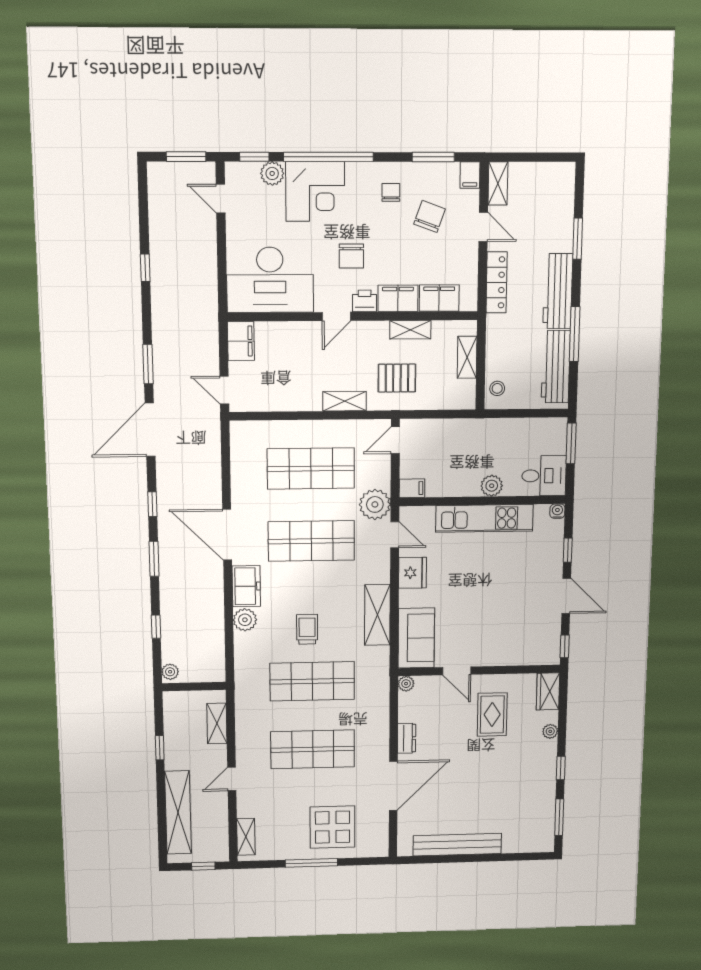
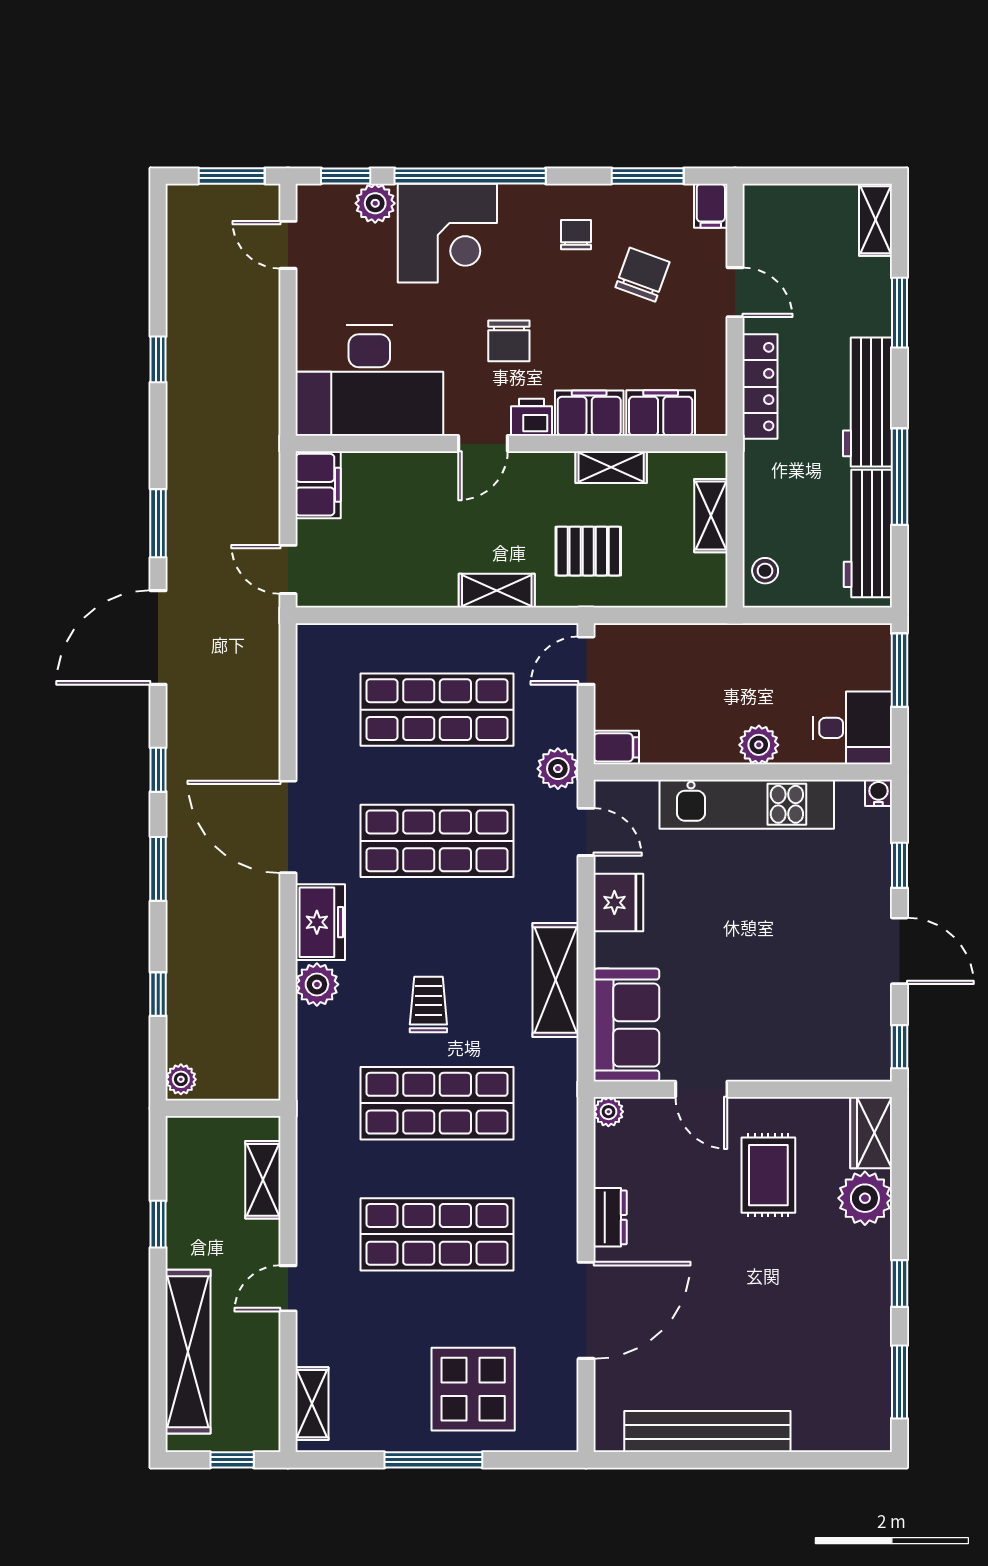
shelving: (498, 183) -> (875, 220), moved
plant: (375, 504) -> (558, 769), width x0.73, depth x0.73
plant: (550, 731) -> (865, 1198), width x1.88, depth x1.88

